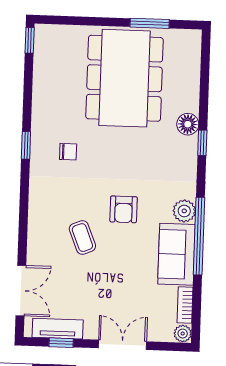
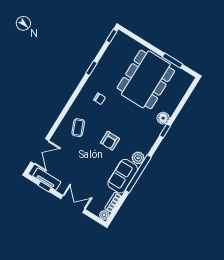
window: (26, 145) -> (92, 68), moved
coffee table: (82, 238) -> (78, 128), moved

